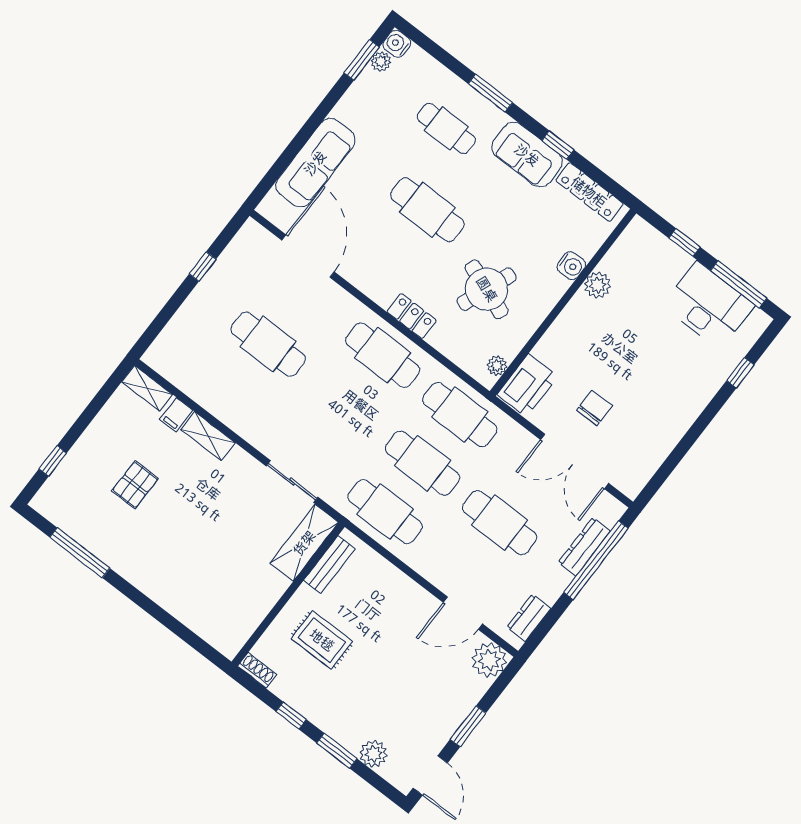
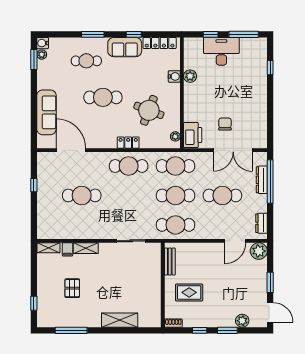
desk: (709, 305) -> (221, 51), moved
shelving: (304, 543) -> (120, 320), moved, turned 90

